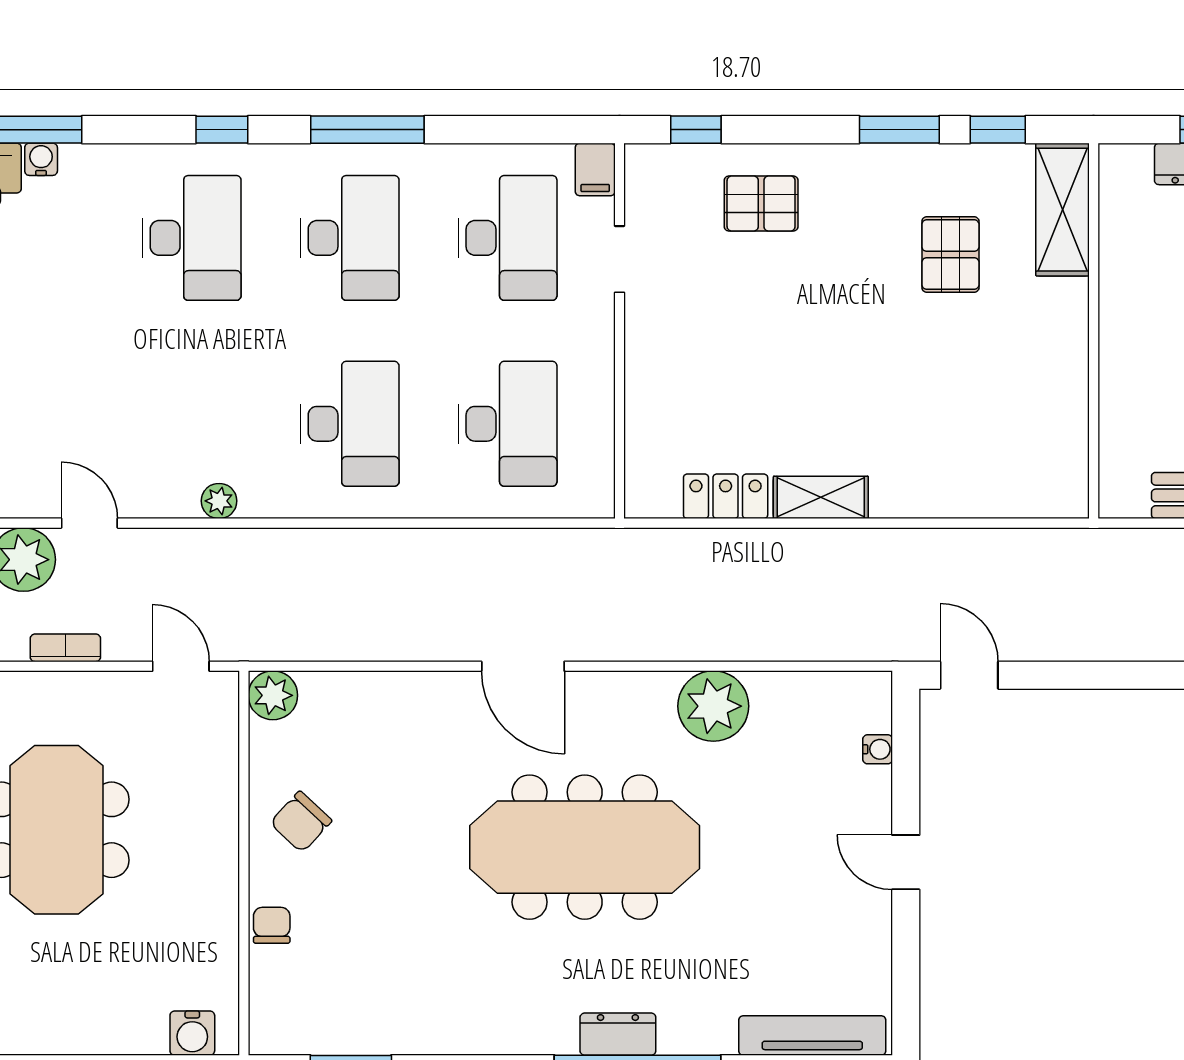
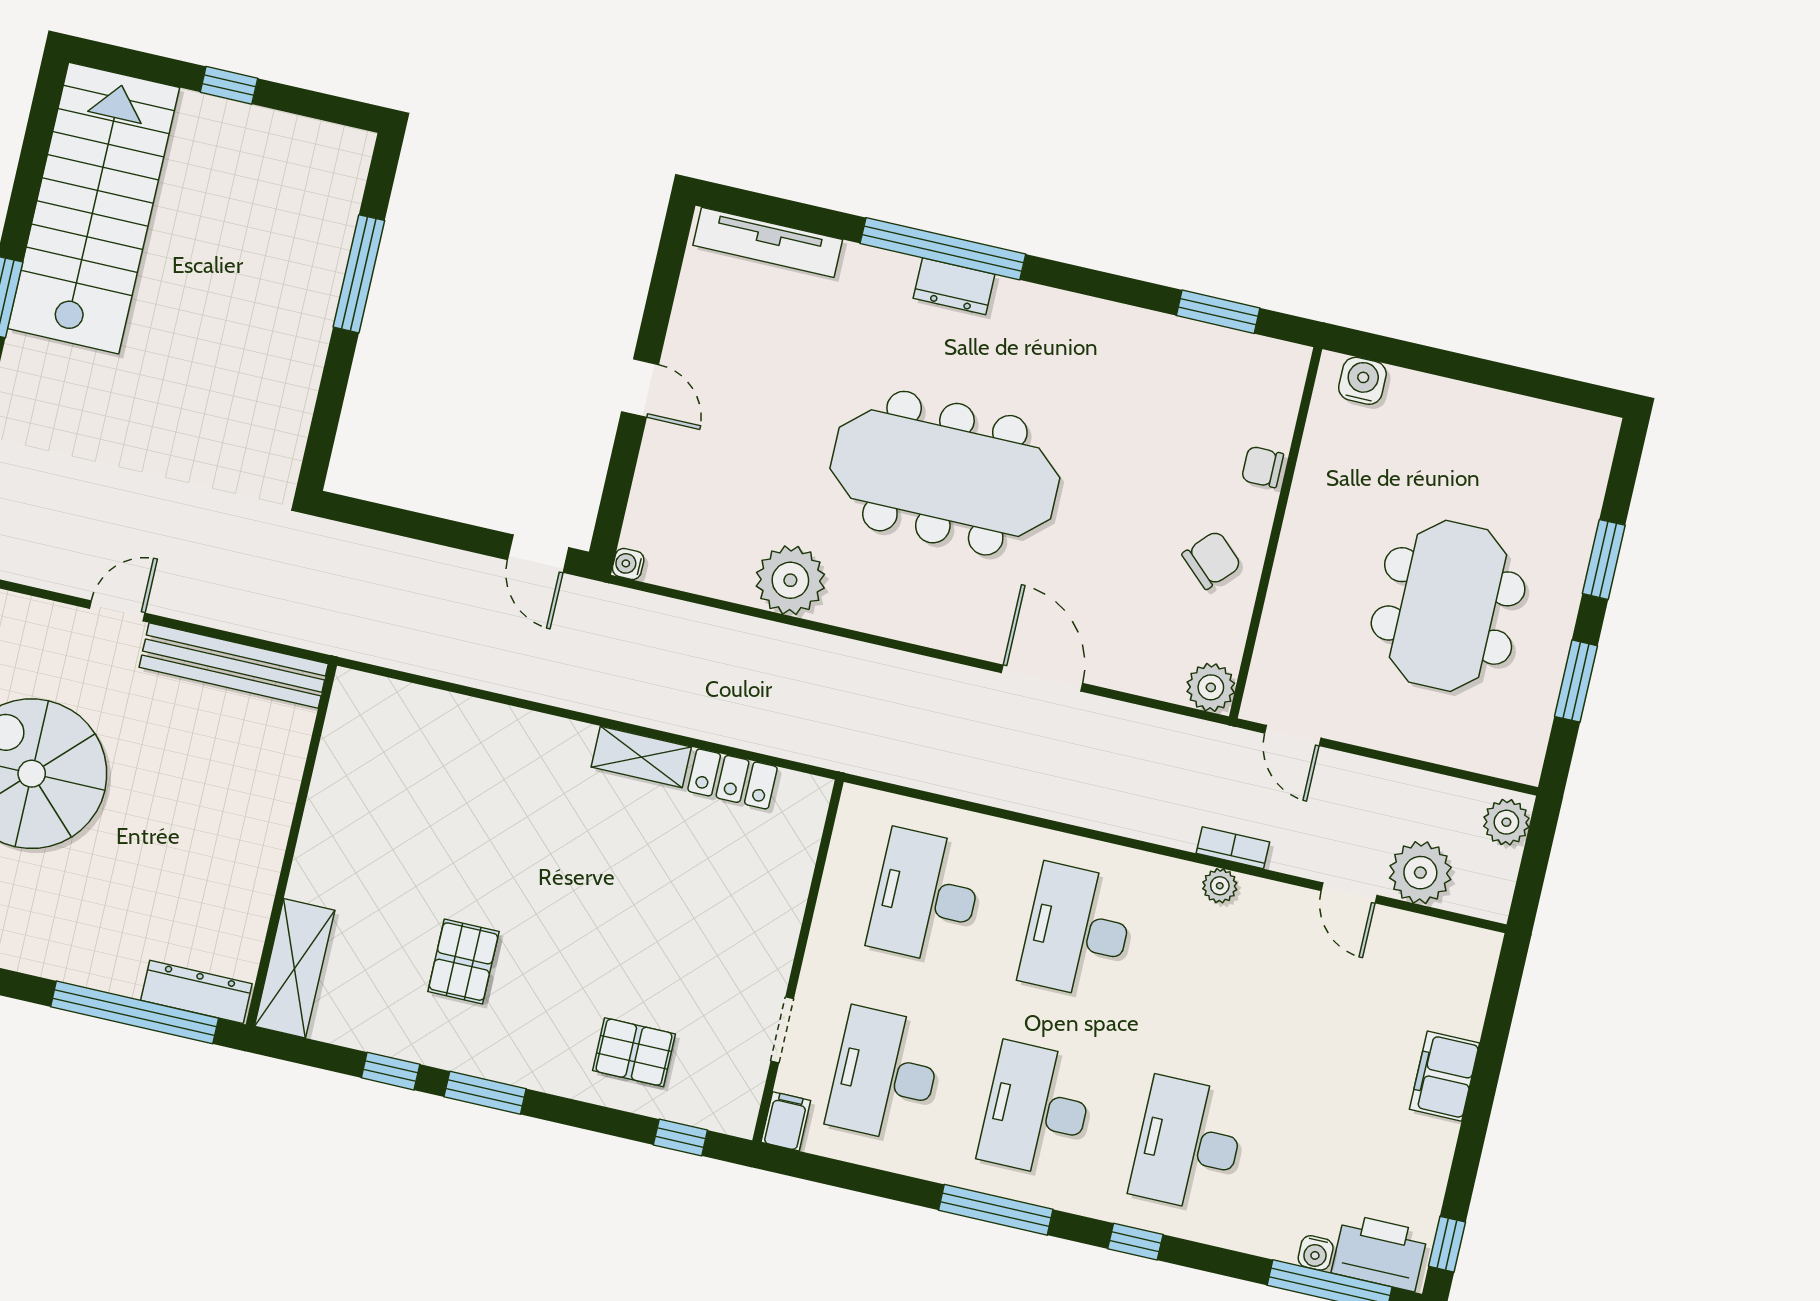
shelving: (1062, 210) -> (295, 968), moved
wall: (1094, 331) -> (291, 845), moved
bookcase: (65, 648) -> (1233, 848), moved, turned 180
door: (523, 666) -> (1042, 678), moved
water cooler: (878, 749) -> (628, 564), moved
chair: (272, 925) -> (1263, 467), turned 90

